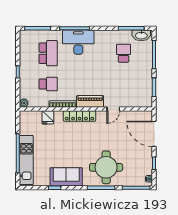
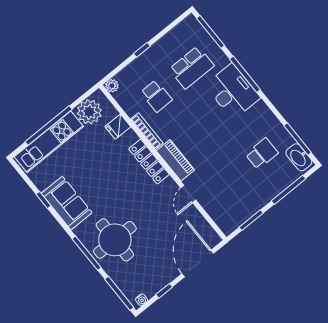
door: (113, 109) -> (188, 194), hinge flipped
plant: (28, 126) -> (89, 112), added

